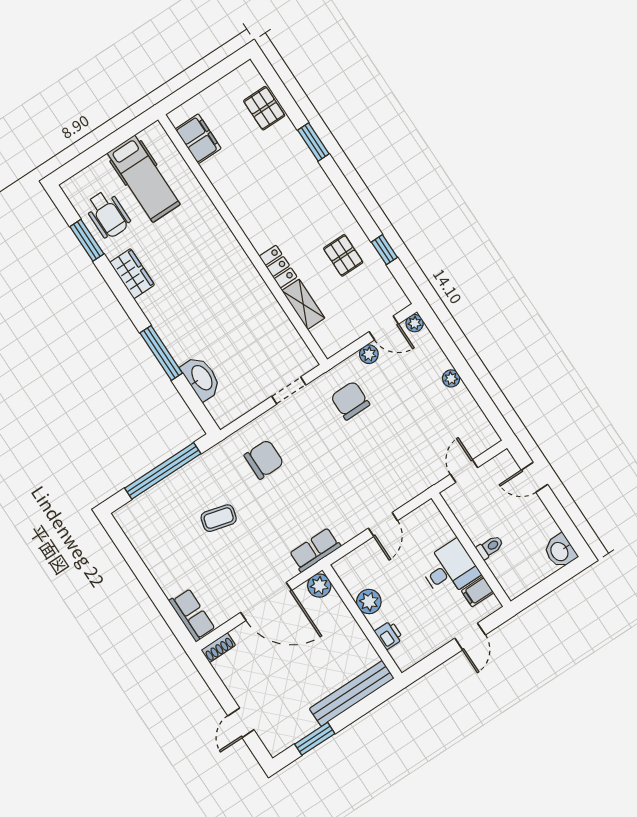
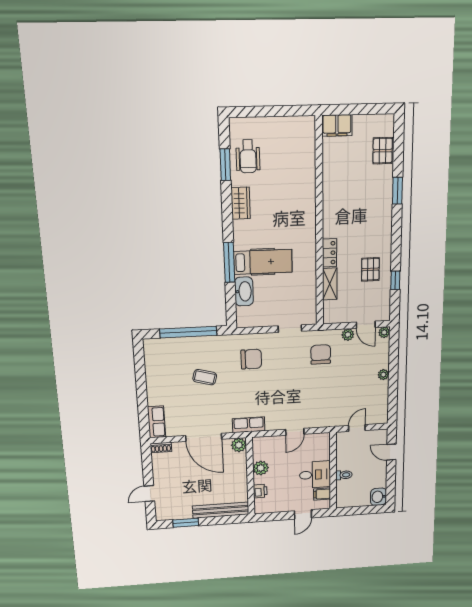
filing cabinet: (198, 139) -> (337, 125), moved, turned 90
hospital bed: (144, 179) -> (263, 262), moved, turned -90

